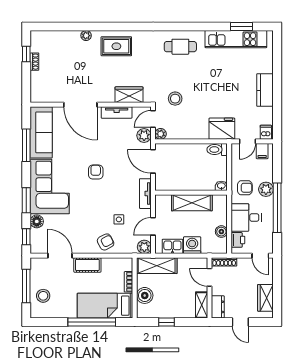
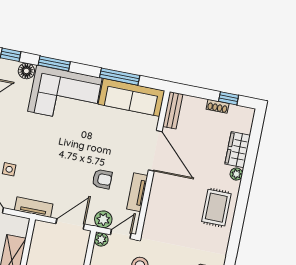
wardrobe: (129, 95) -> (238, 150), moved, turned 180
bench: (45, 97) -> (173, 110), added
door: (80, 105) -> (155, 151), swing flipped
door: (153, 119) -> (121, 234), hinge flipped
armchair: (96, 172) -> (102, 179), moved

